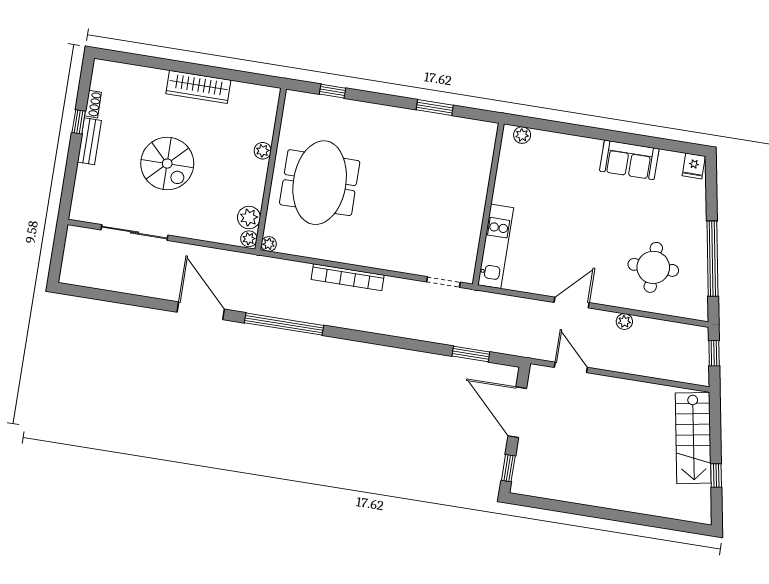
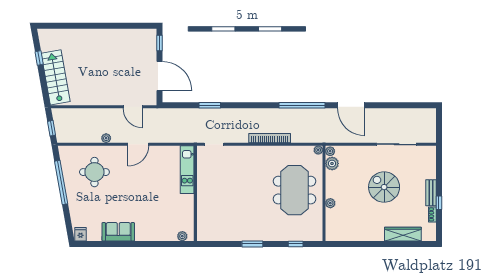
wardrobe: (198, 87) -> (403, 234), moved
window: (435, 107) -> (252, 244), moved
window: (471, 354) -> (210, 105), moved

